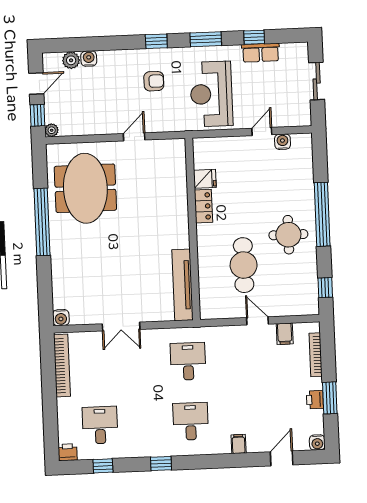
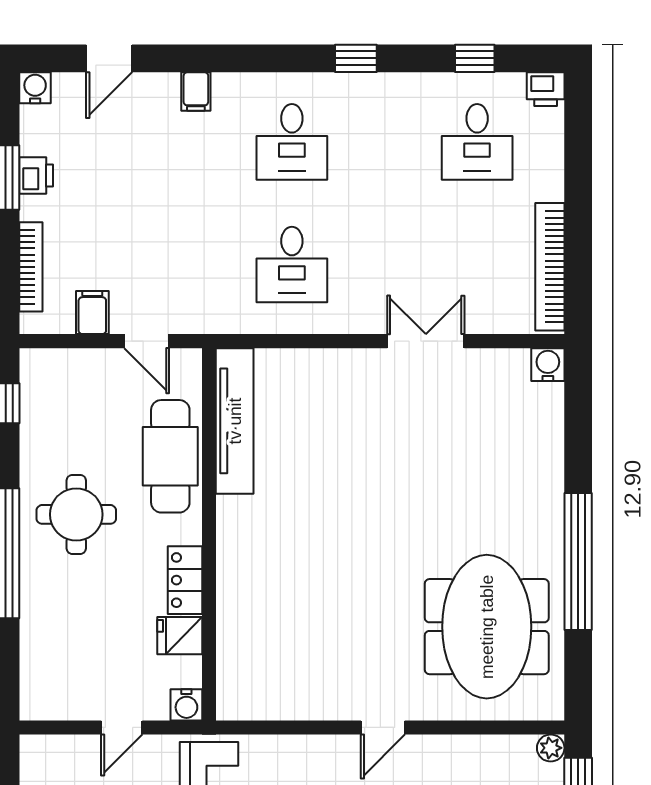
water cooler: (283, 142) -> (186, 705), moved
fridge: (205, 179) -> (180, 636), moved
locker: (203, 206) -> (185, 580), moved
wall: (193, 229) -> (209, 534), moved
tv unit: (182, 285) -> (235, 421), moved

